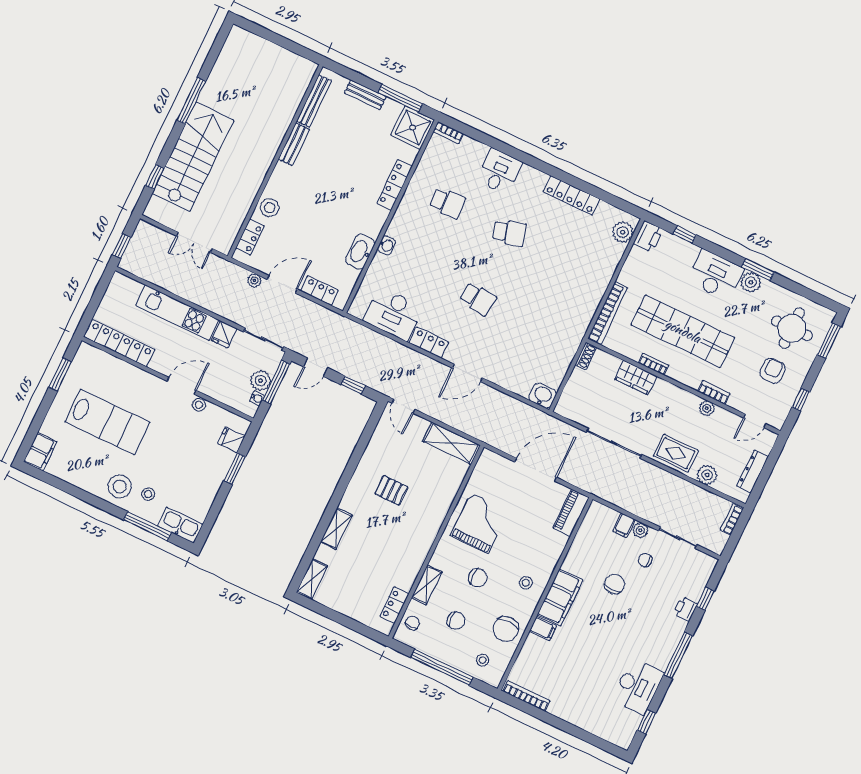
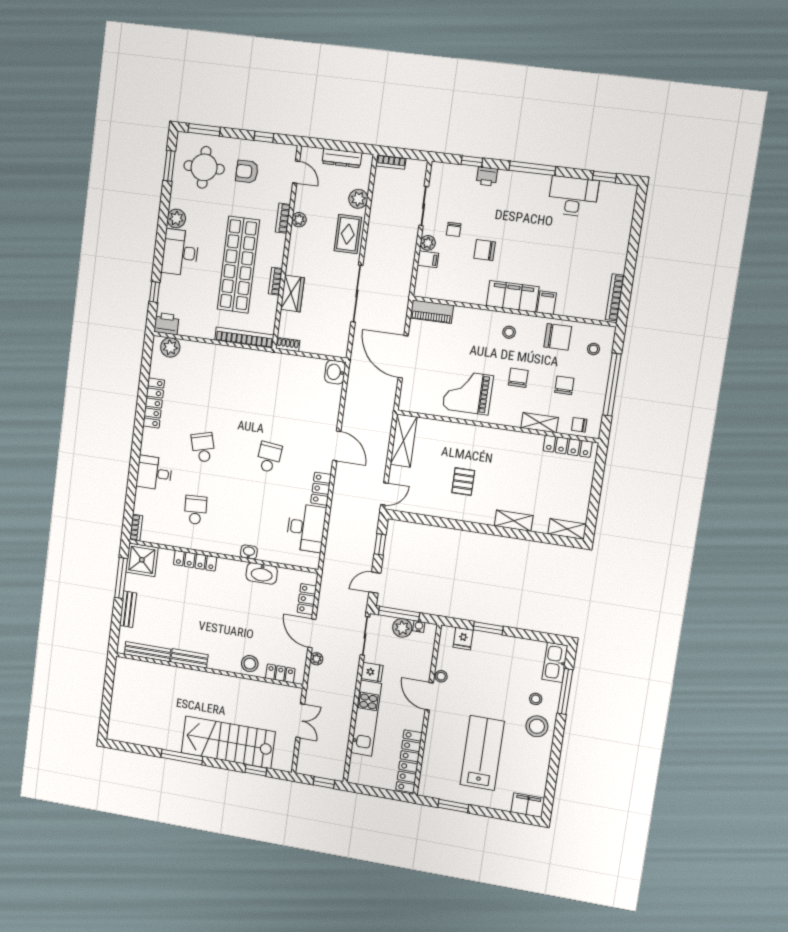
window: (758, 270) -> (169, 166), moved
door: (316, 367) -> (375, 583), swing flipped
locker: (394, 605) -> (568, 446), width x1.53

